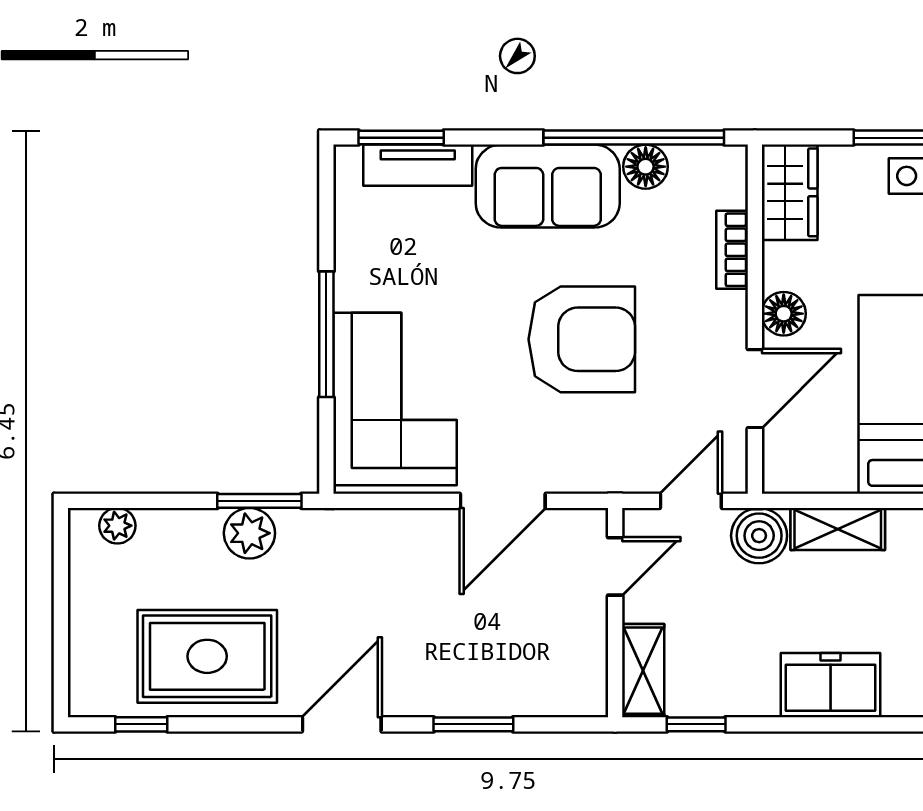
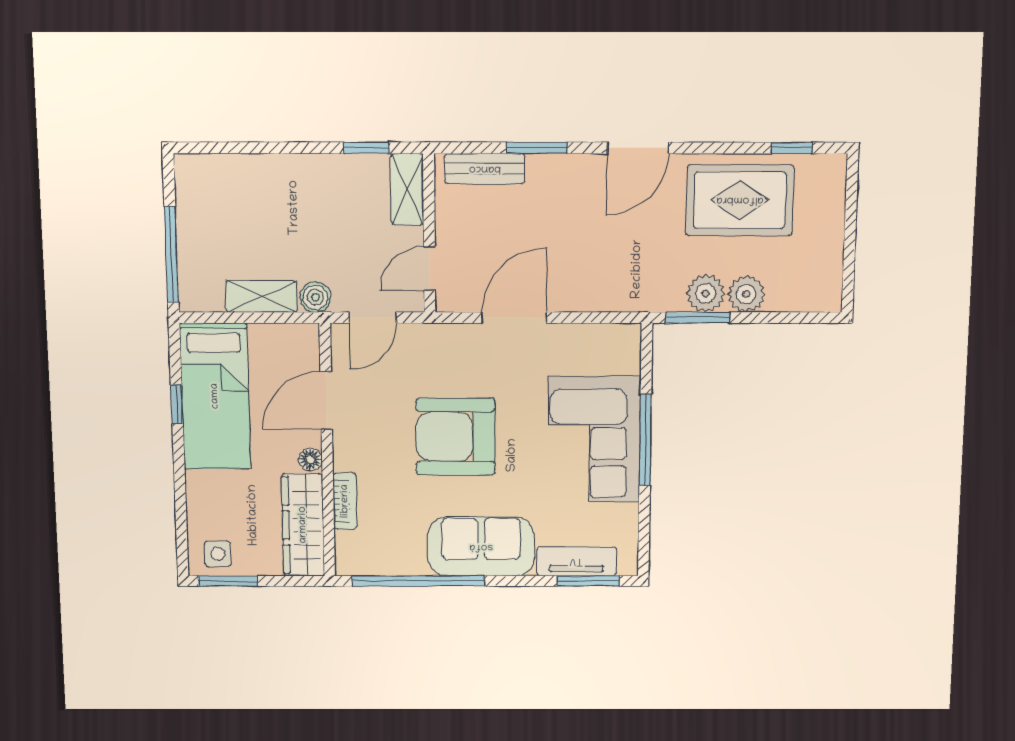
floor lamp: (646, 167) -> (409, 560), removed
wardrobe: (790, 192) -> (303, 525), width x1.50
floor lamp: (784, 314) -> (310, 459), width x0.73, depth x0.73
corner sofa: (395, 399) -> (594, 439), moved
plant: (117, 526) -> (746, 294), moved, width x1.38, depth x1.38
boiler: (759, 536) -> (315, 297), width x0.73, depth x0.73
freezer: (830, 685) -> (264, 178), removed
bench: (542, 697) -> (485, 169), added

